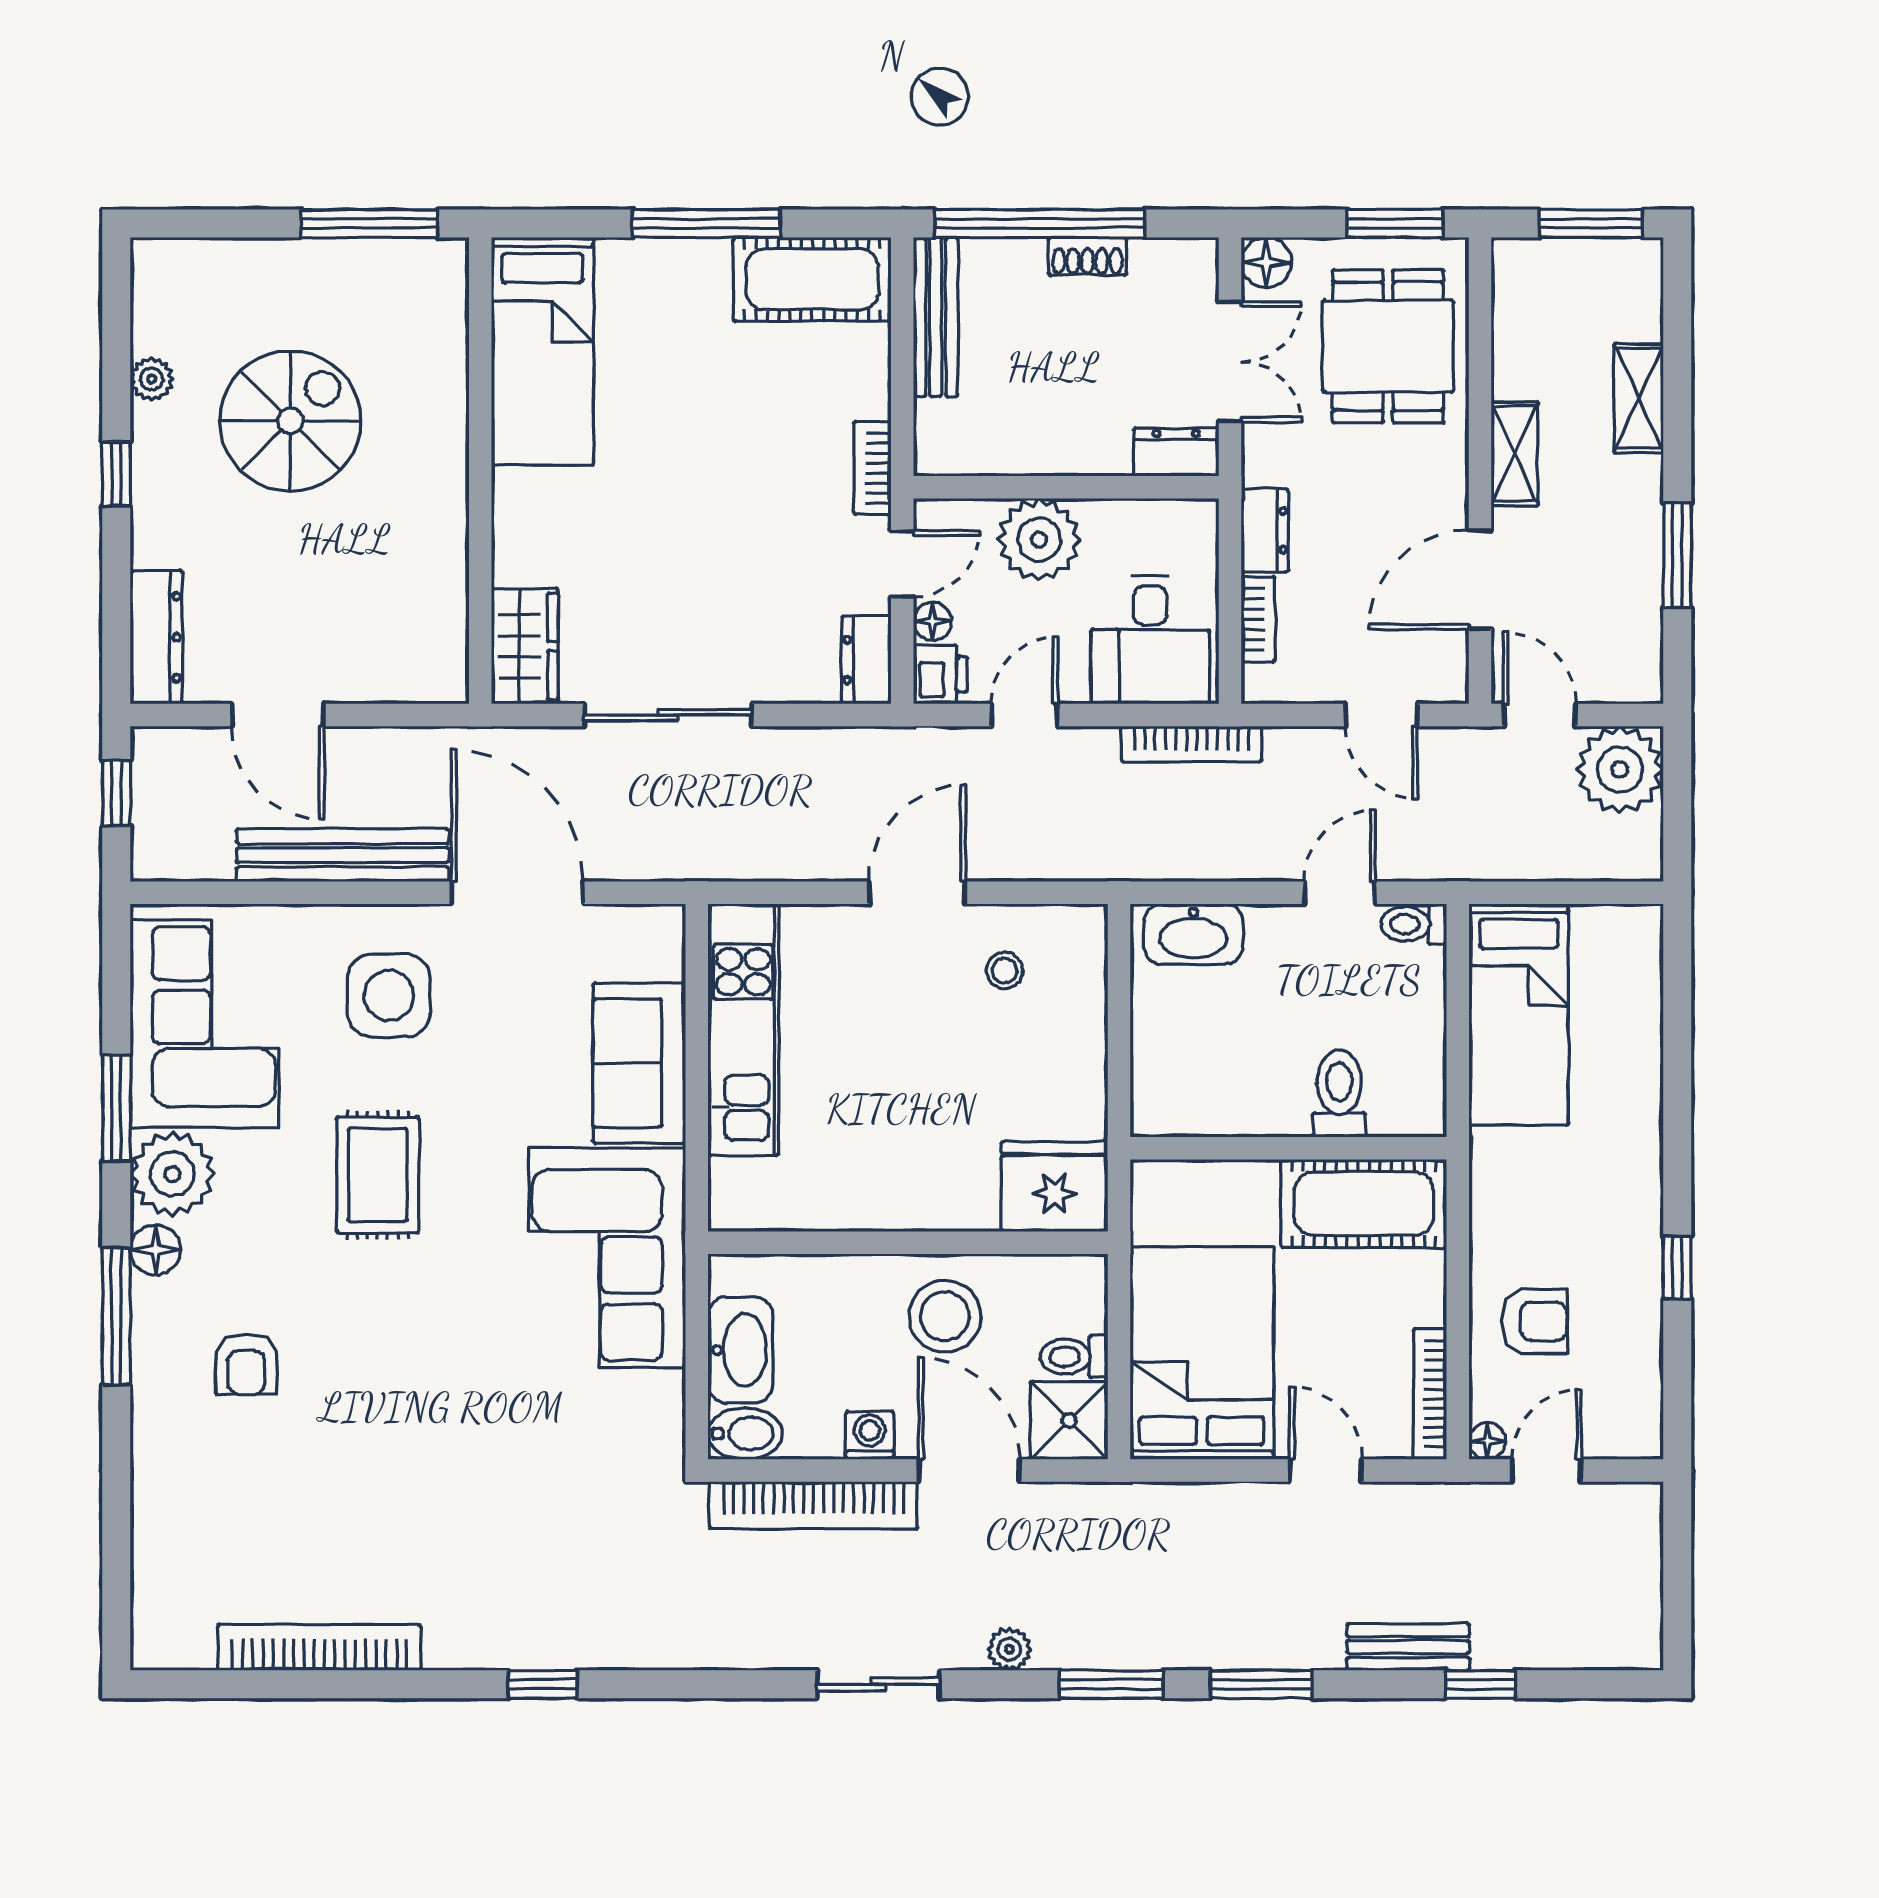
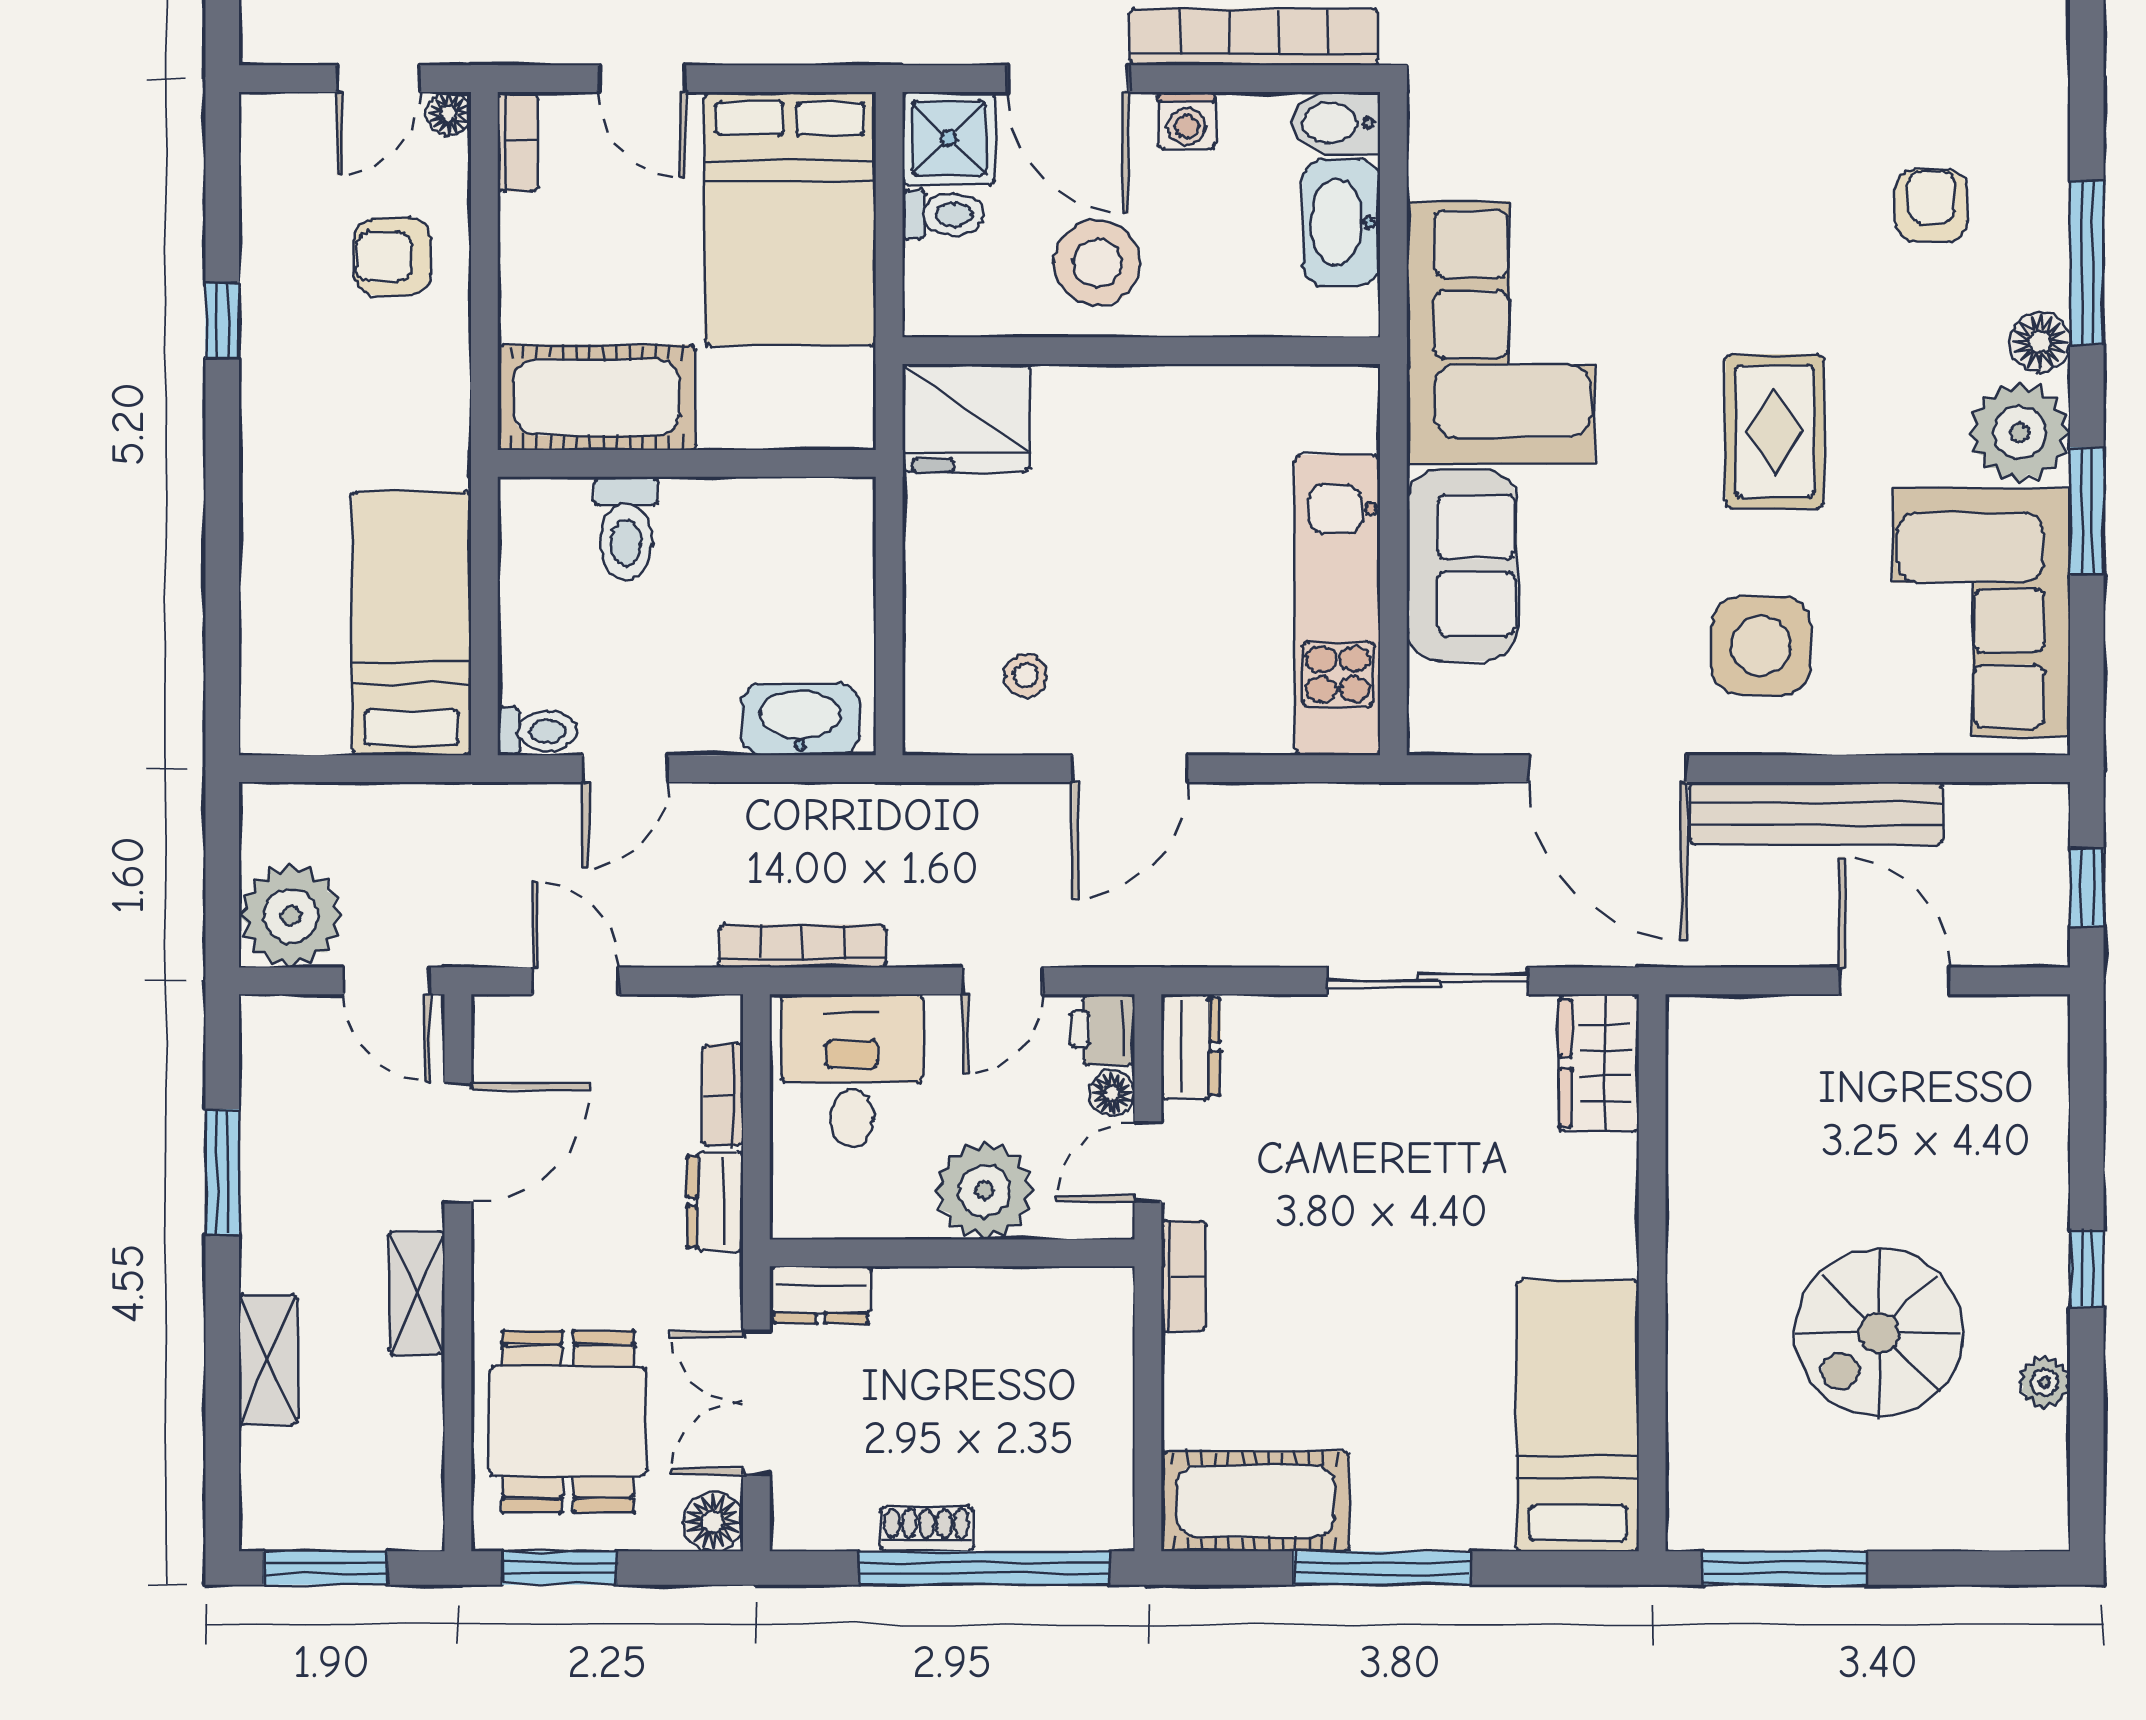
bench: (936, 317) -> (1108, 1456), removed
dresser: (156, 637) -> (2039, 1074), removed
bookcase: (1430, 1394) -> (518, 142), width x0.64

